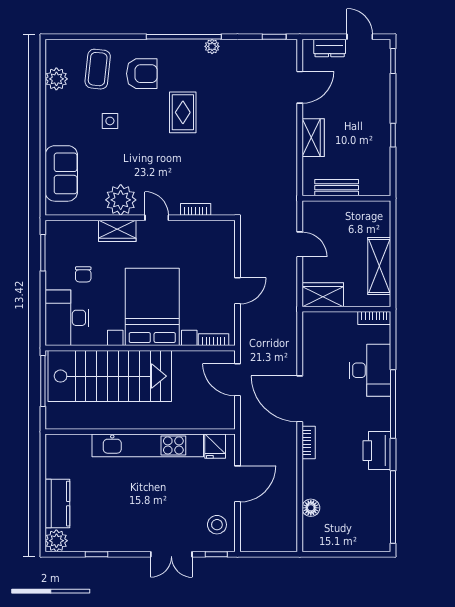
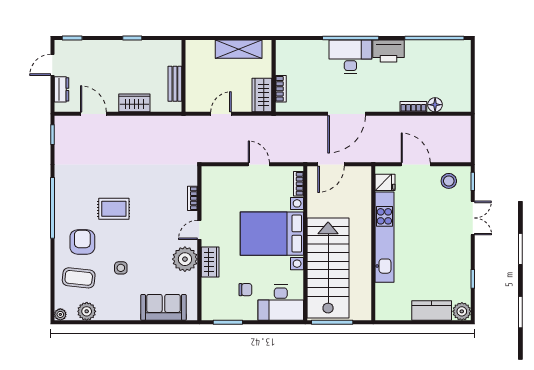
plant: (212, 46) -> (60, 314), moved
bookcase: (374, 318) -> (281, 89), moved
desk: (370, 370) -> (350, 57), moved
bookcase: (309, 442) -> (413, 107), moved

